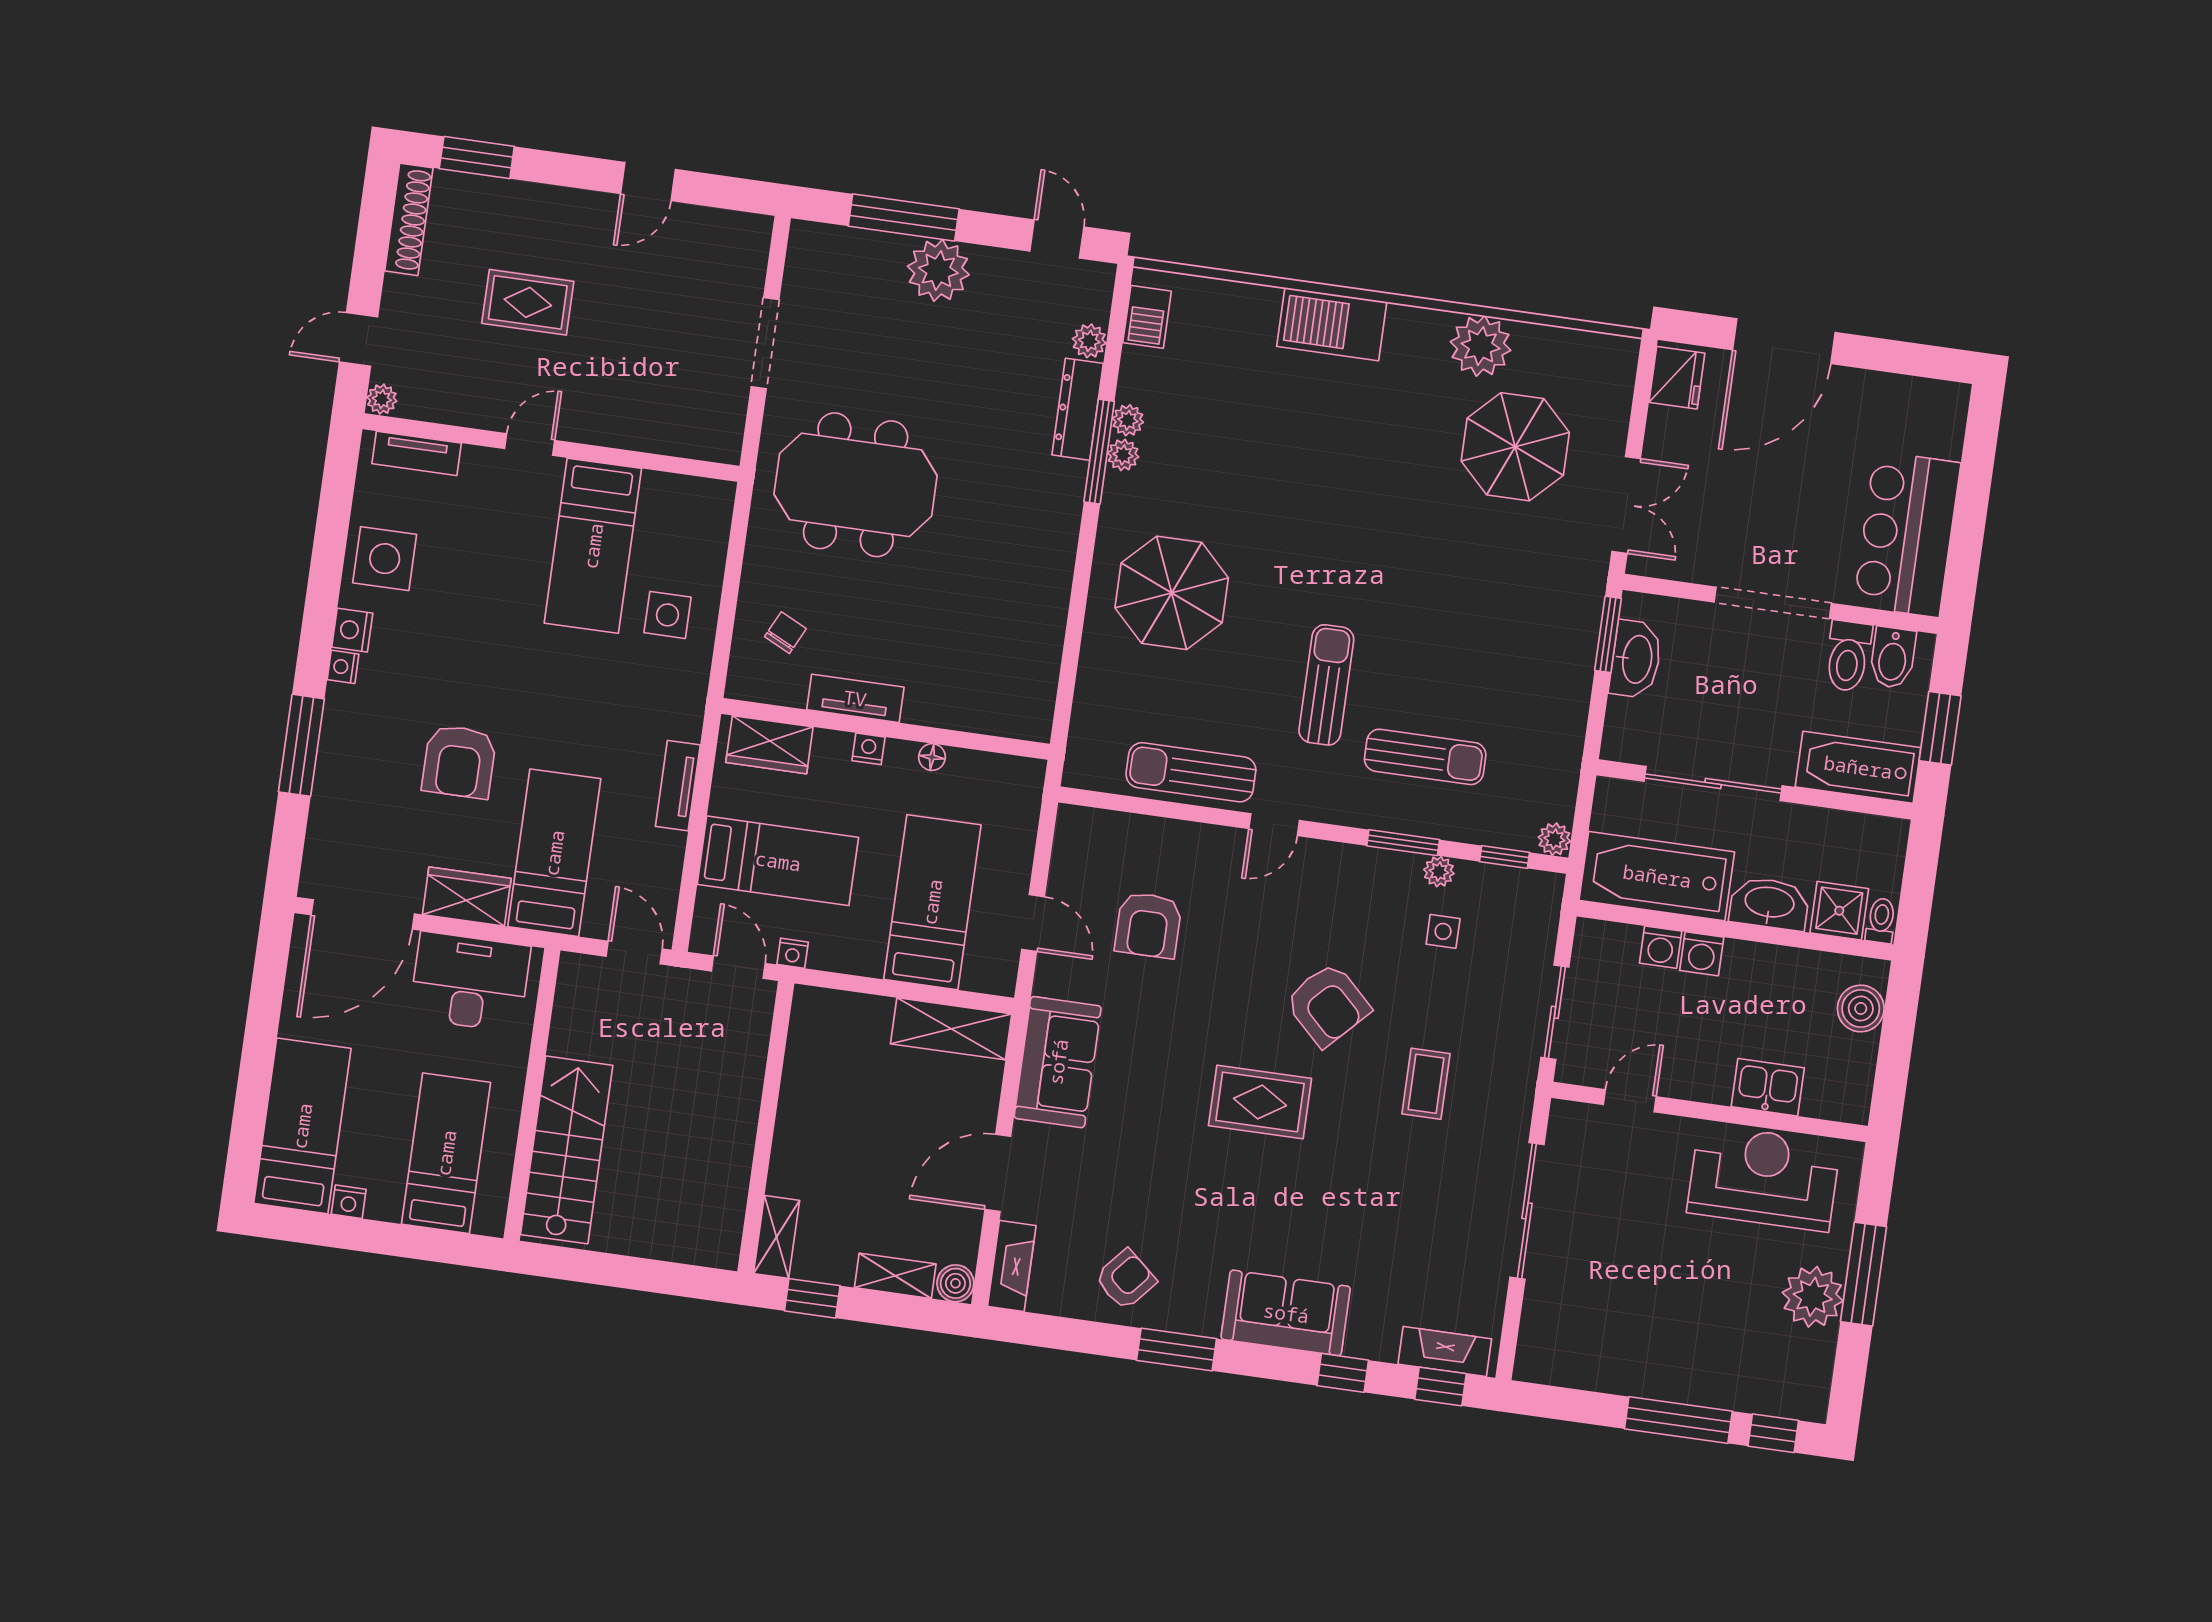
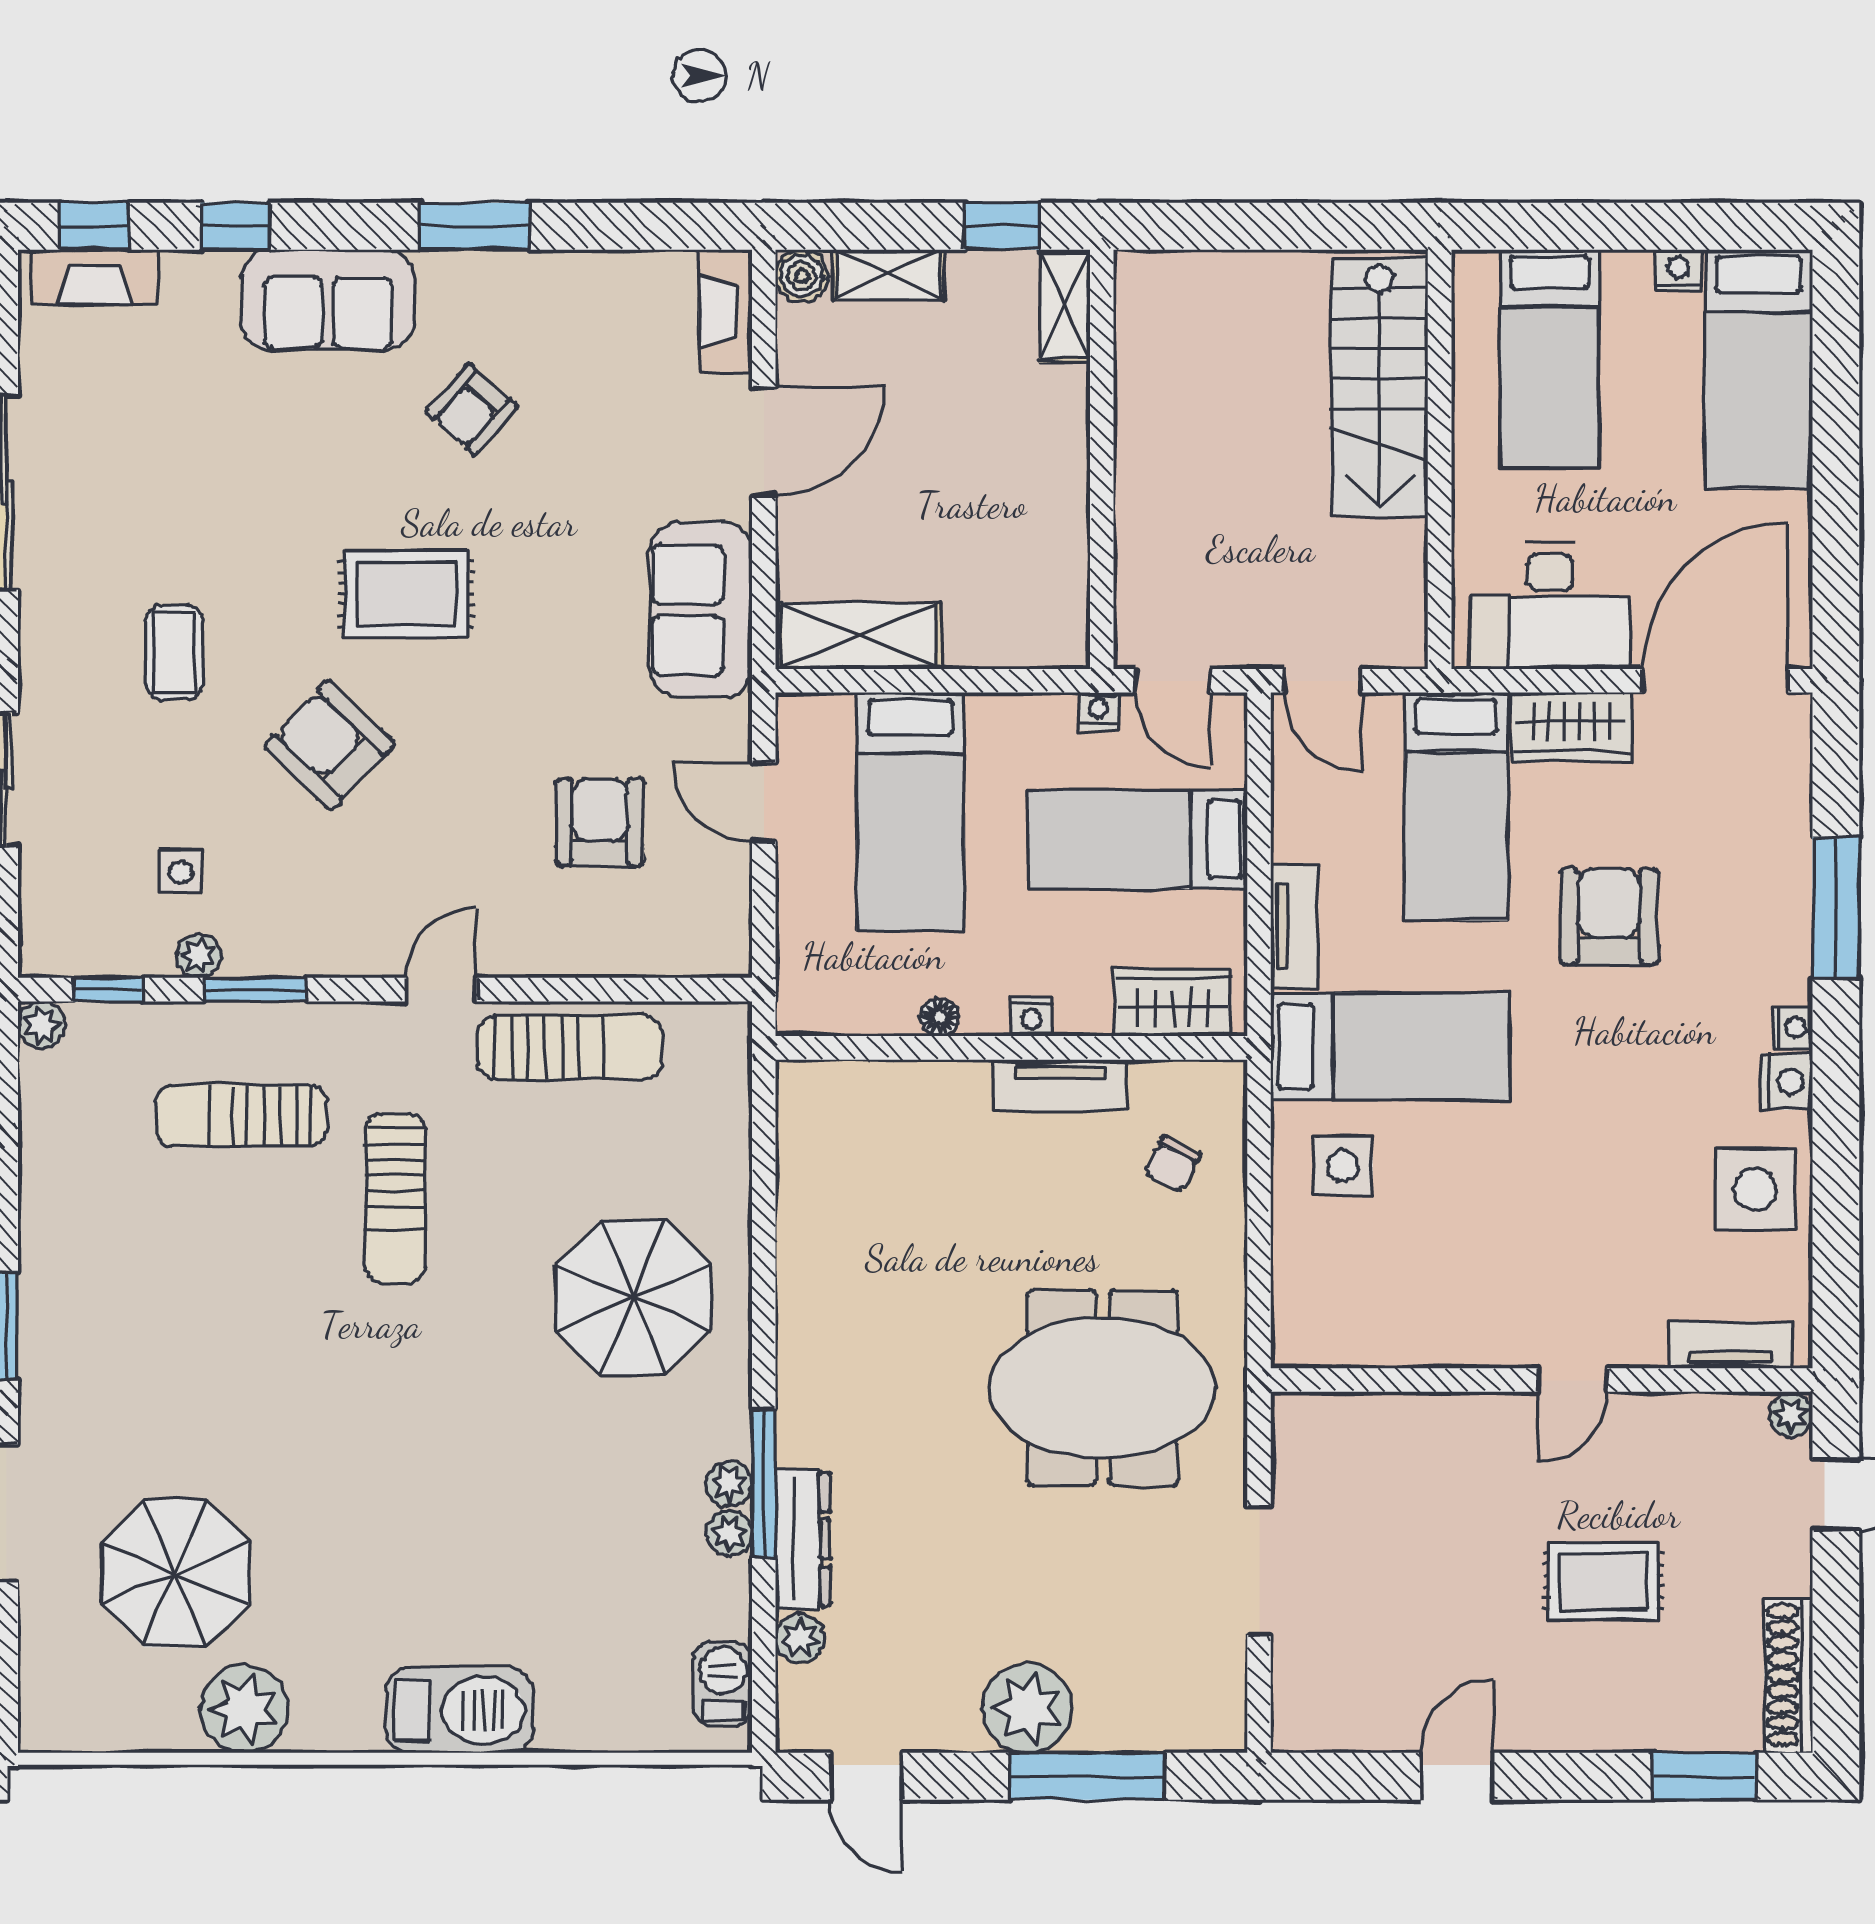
bed: (593, 546) -> (1390, 1046), moved, turned 90
armchair: (1126, 1279) -> (472, 409), moved

